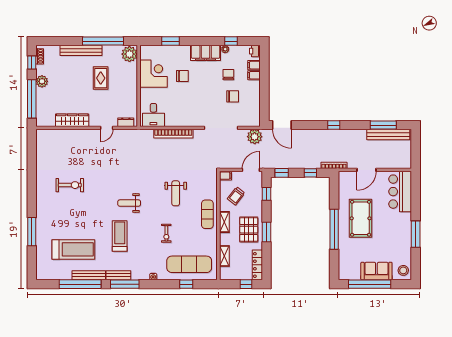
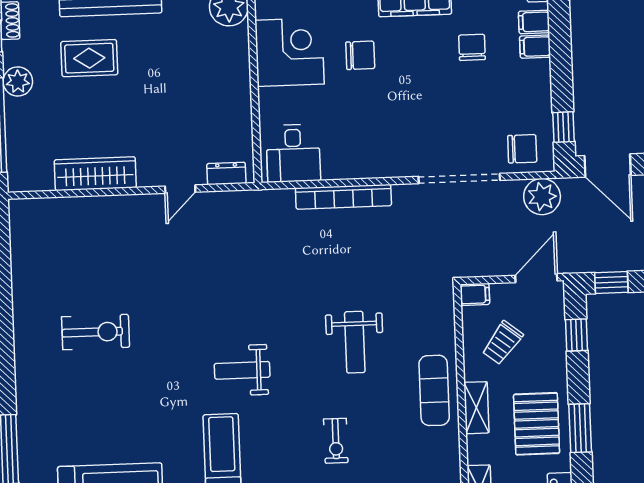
rug: (101, 78) -> (89, 58), moved, turned 90
chair: (233, 96) -> (522, 149), moved
window: (264, 109) -> (563, 127), added

